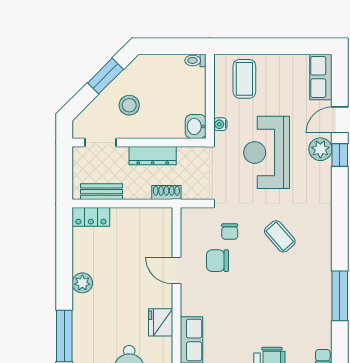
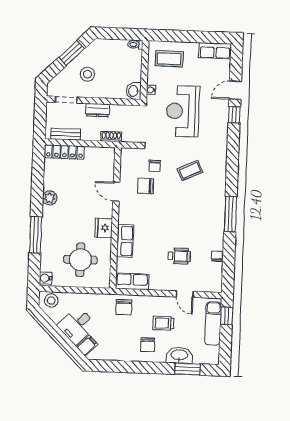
row of seats: (321, 77) -> (215, 51), moved, turned -90
coffee table: (244, 79) -> (169, 59), turned 90
plant: (320, 149) -> (221, 110), removed
dresser: (153, 156) -> (98, 110), width x0.70
locker: (91, 217) -> (64, 152), width x1.53
coffee table: (280, 236) -> (190, 171), turned -74

